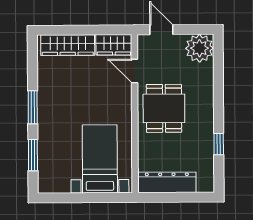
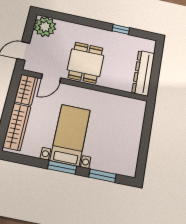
dining table: (164, 108) -> (86, 63), turned 90
bed with nightstands: (100, 159) -> (70, 135), moved, turned 90

